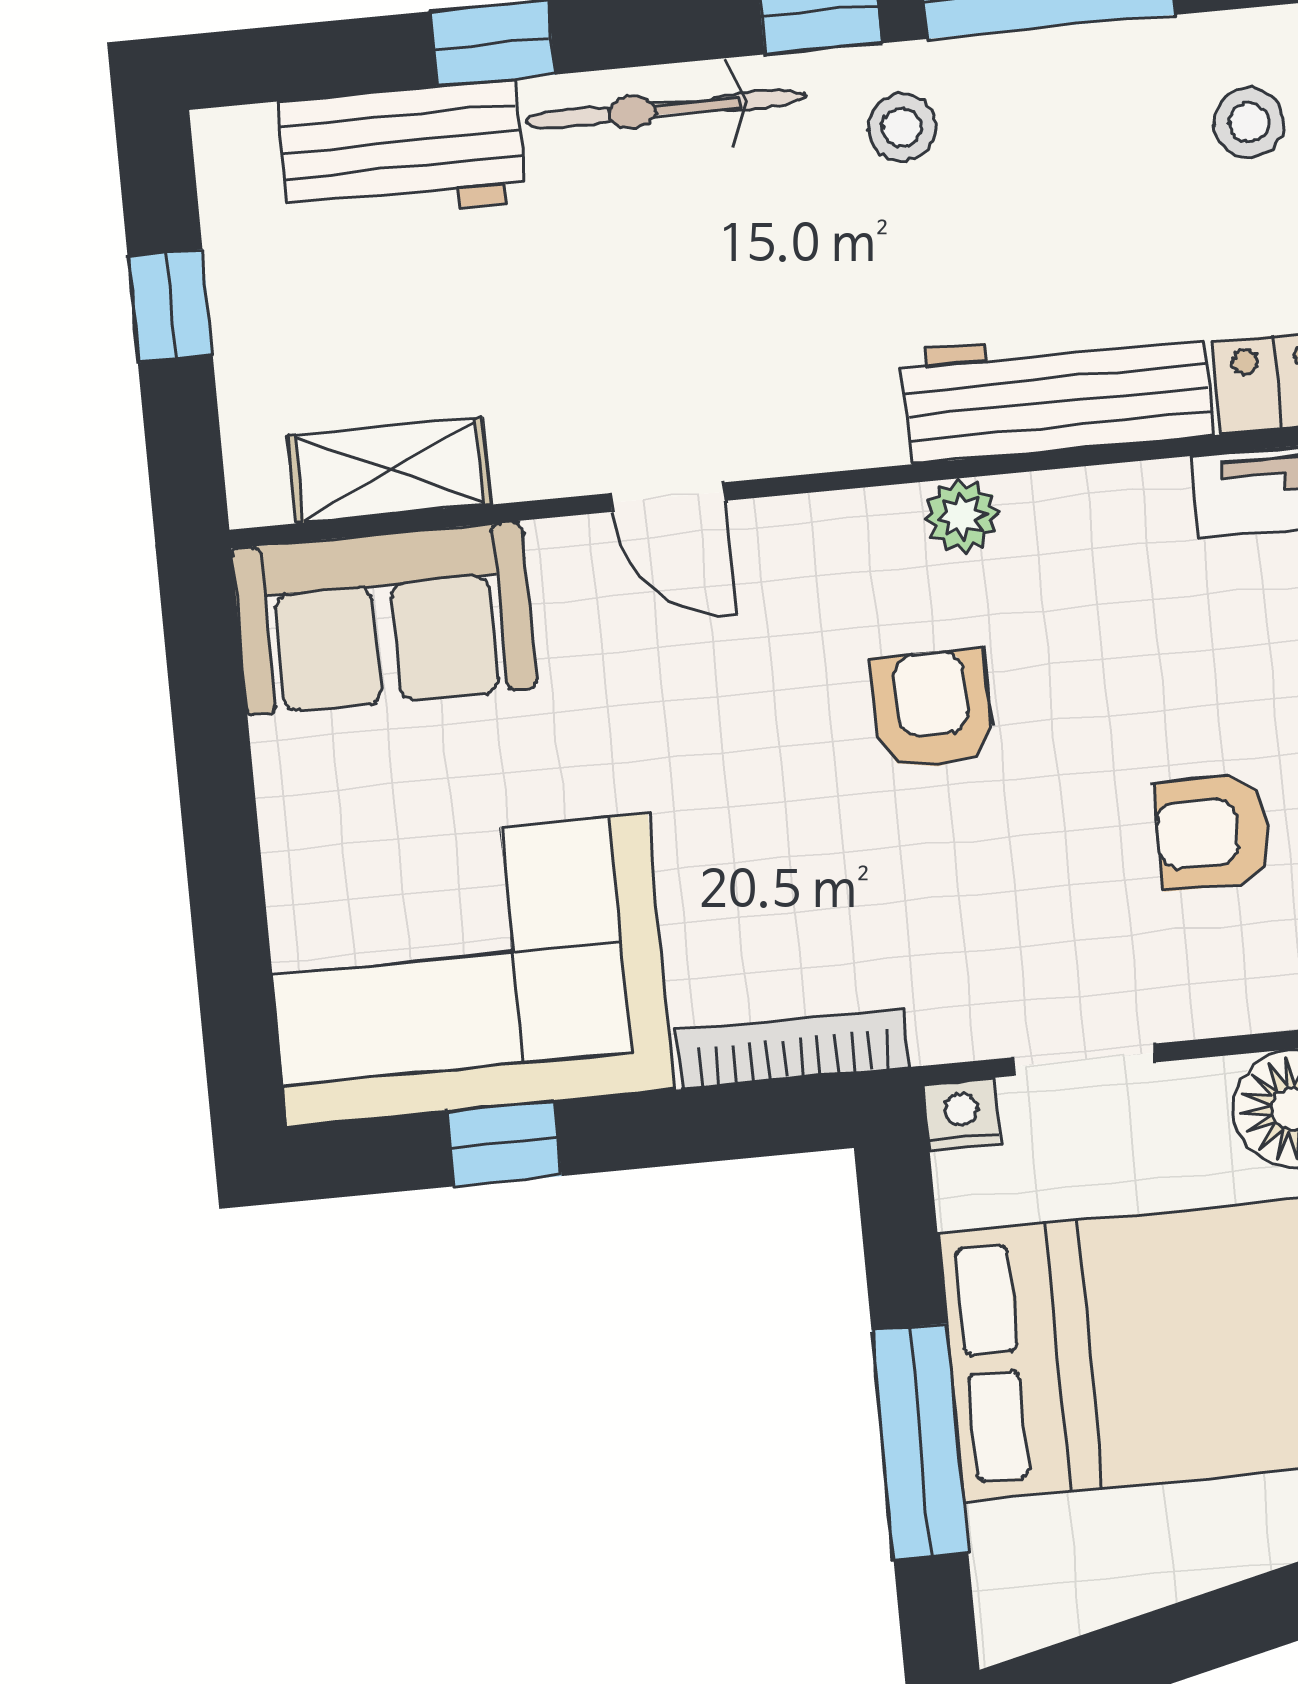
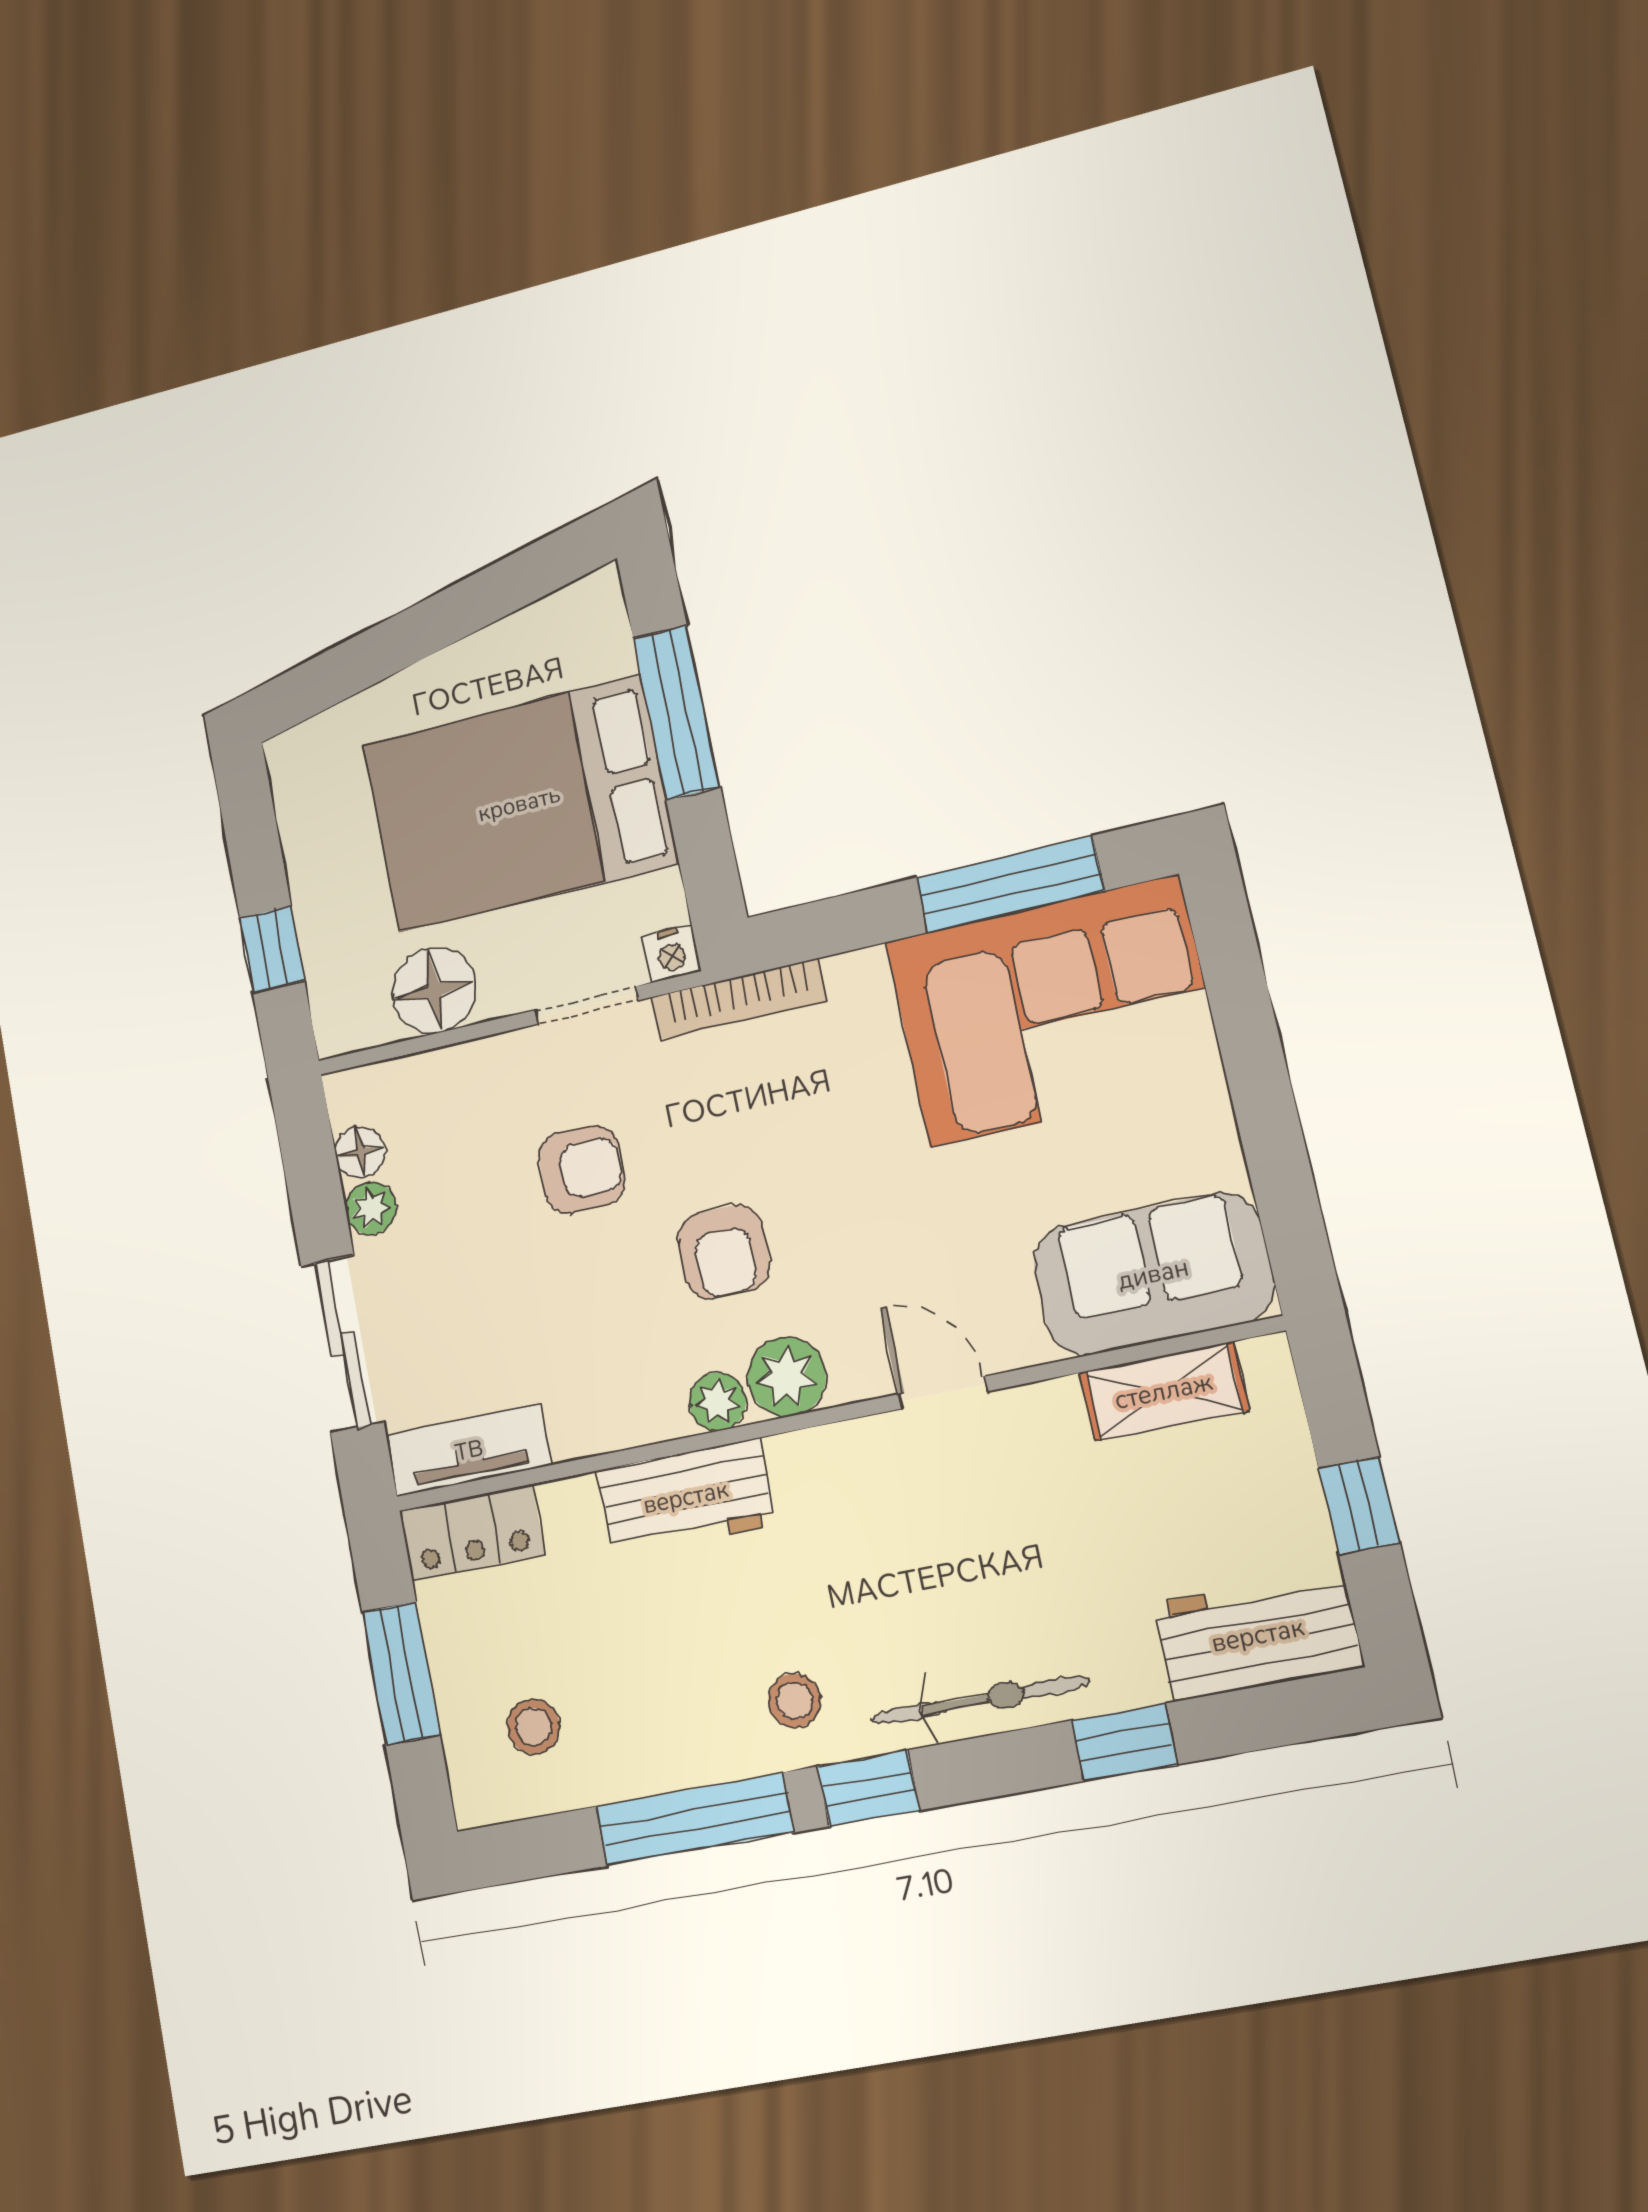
workbench: (402, 151) -> (1258, 1635), moved
workbench: (1057, 393) -> (686, 1497), width x0.73
plant: (867, 539) -> (787, 1377), added
armchair: (1213, 832) -> (582, 1169), moved
bookcase: (793, 1049) -> (739, 999), moved
window: (504, 1144) -> (1010, 884), width x2.17

